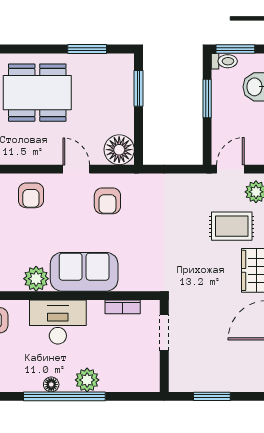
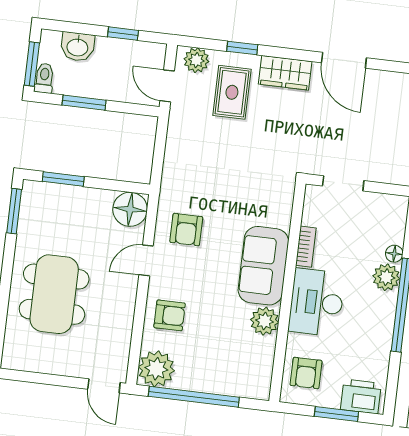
window: (87, 49) -> (14, 211), moved
armchair: (107, 201) -> (186, 230), turned 90
bookcase: (123, 307) -> (306, 247), moved
floor lamp: (51, 384) -> (394, 254), moved

